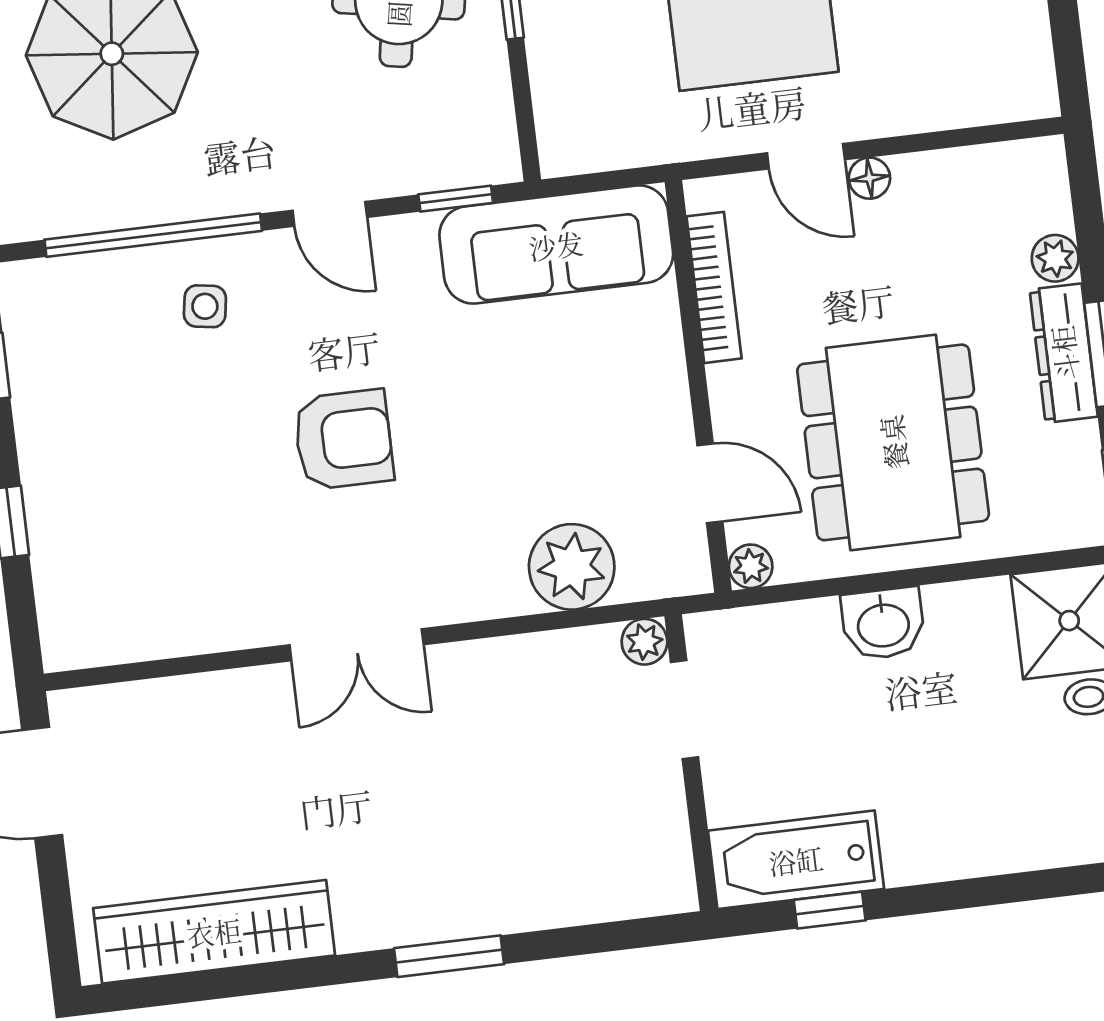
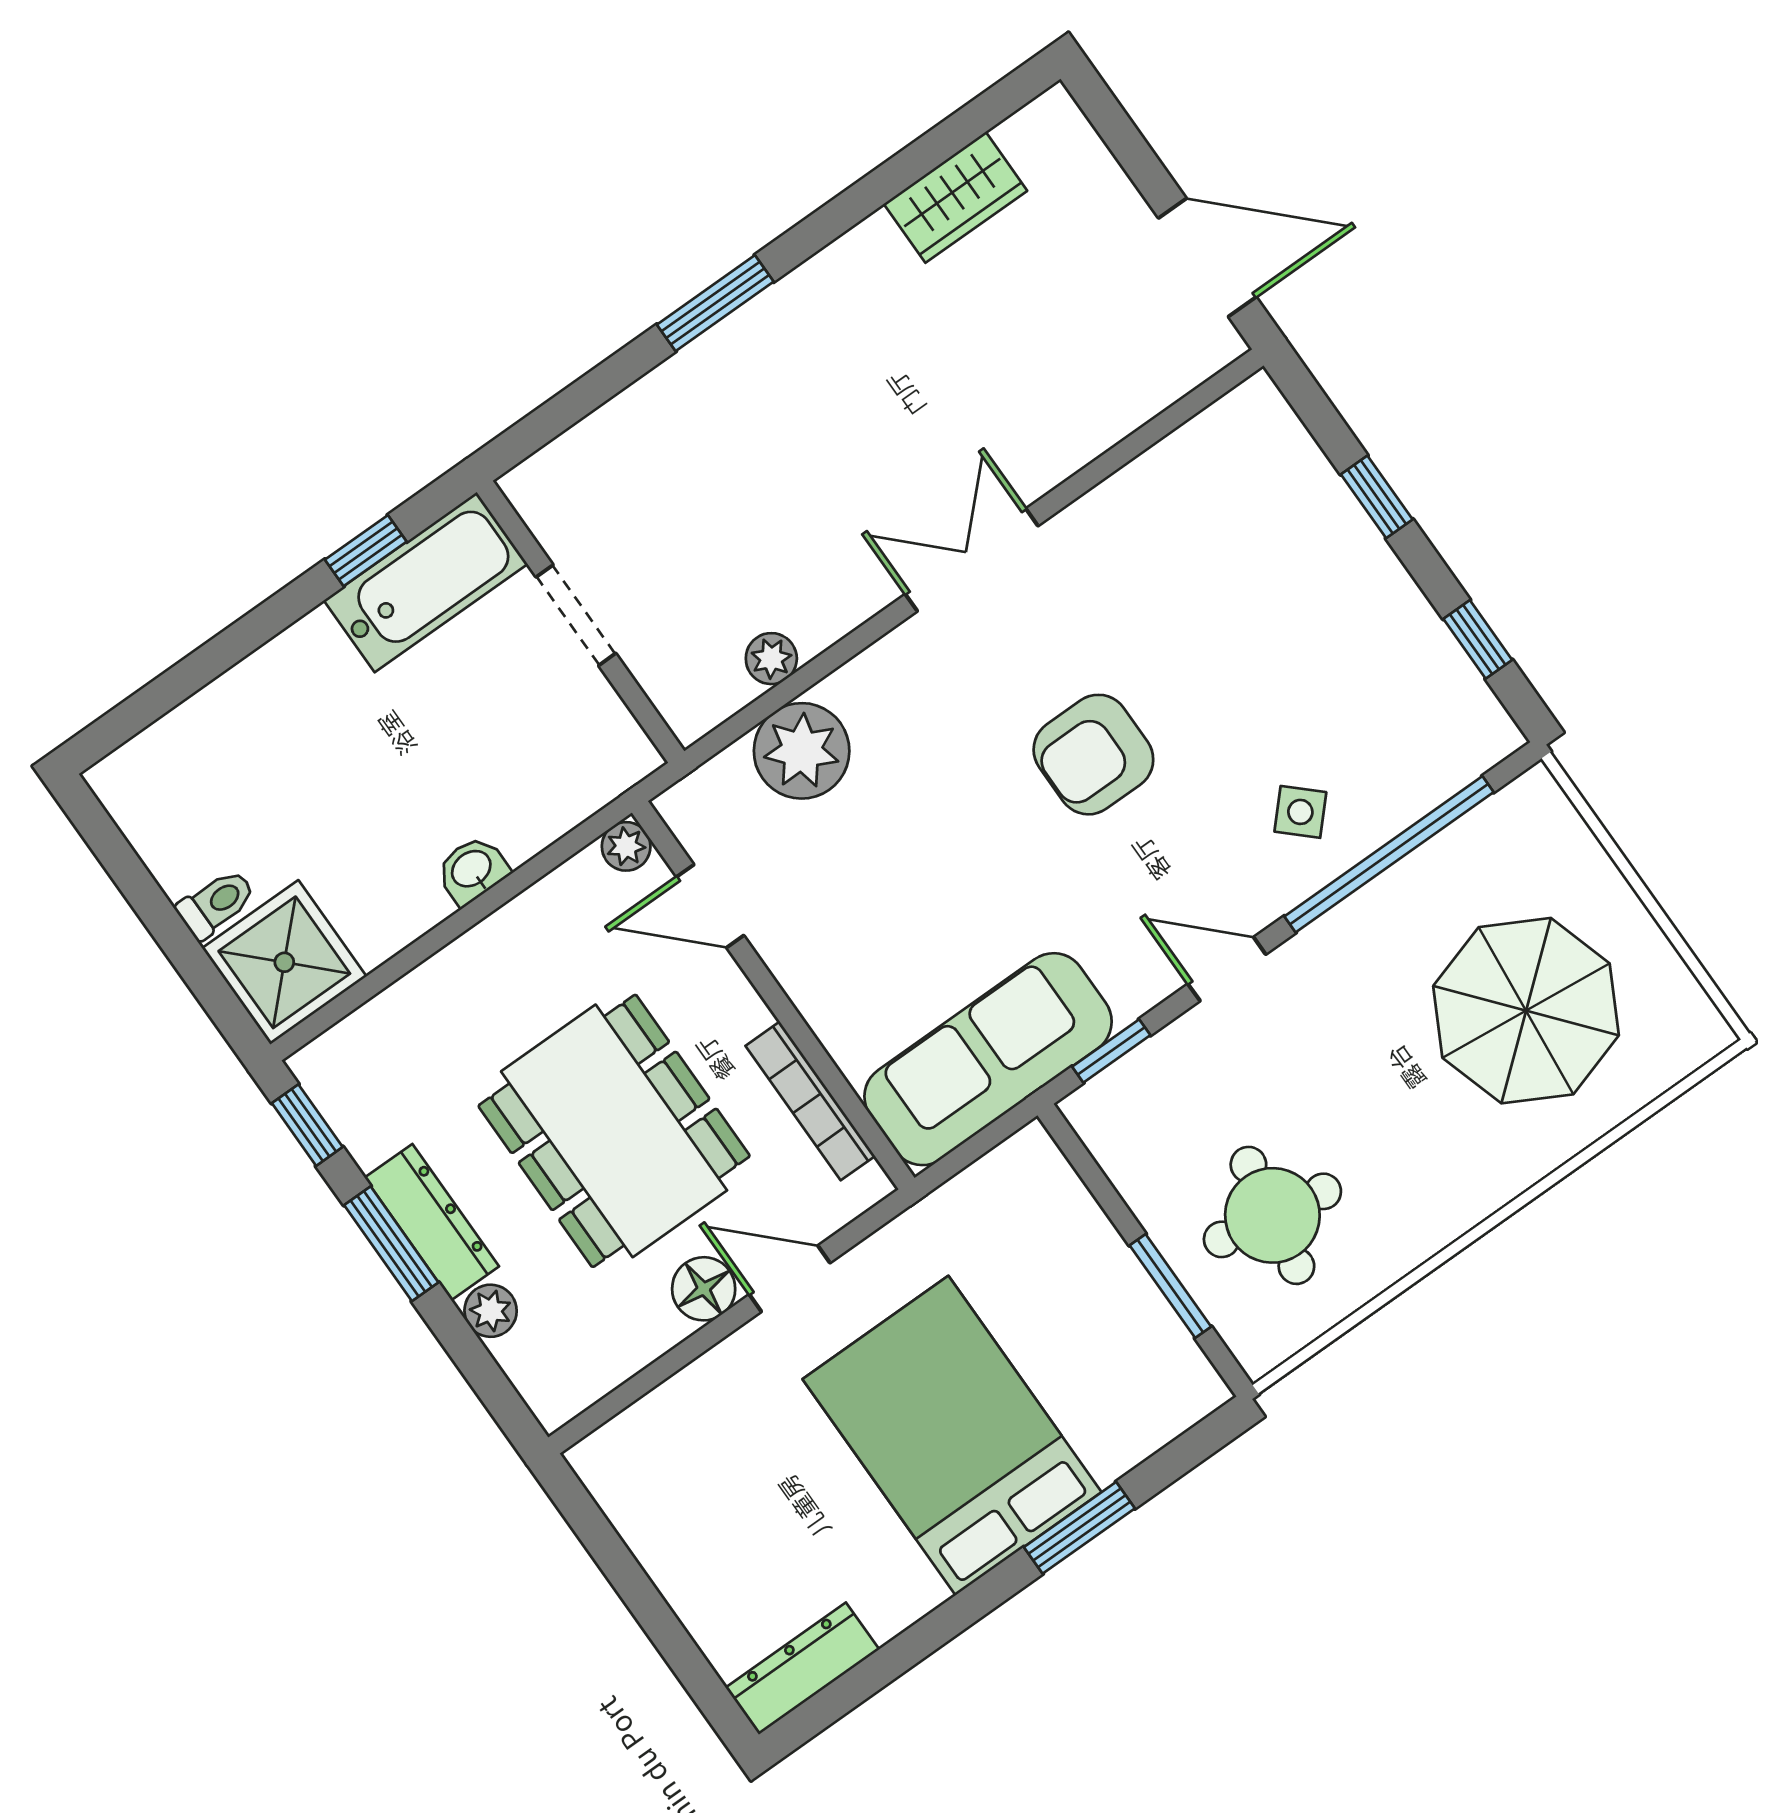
floor lamp: (869, 178) -> (704, 1289), width x1.37, depth x1.37
side table: (205, 306) -> (1300, 812), turned 34
dining table: (893, 442) -> (614, 1131), moved
washbasin: (883, 624) -> (472, 870), width x0.72, depth x0.69
plant: (644, 642) -> (771, 659), moved
doorway: (684, 710) -> (576, 615), moved
wardrobe: (214, 932) -> (956, 197), width x0.48, depth x0.85

